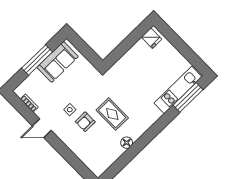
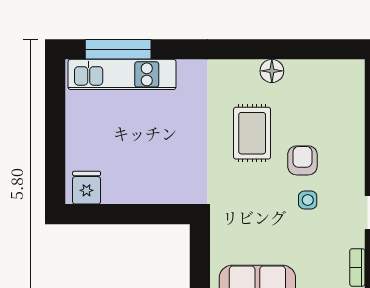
armchair: (85, 122) -> (302, 160), turned -90

